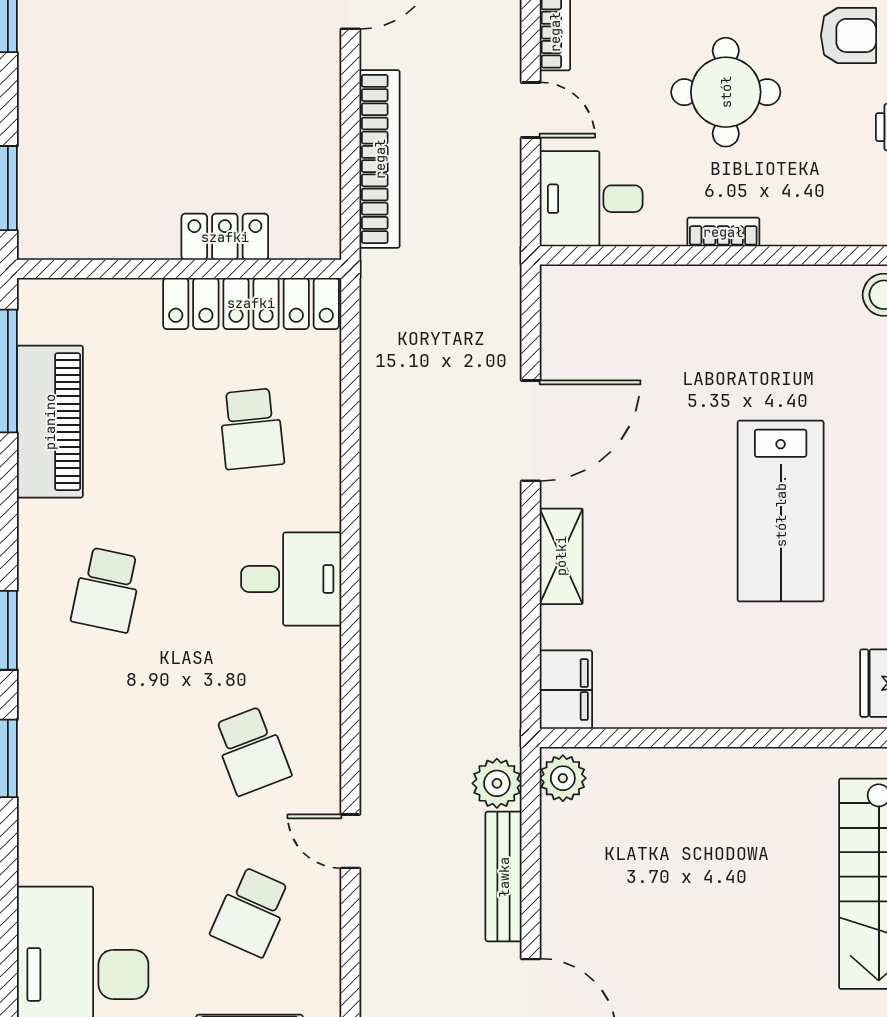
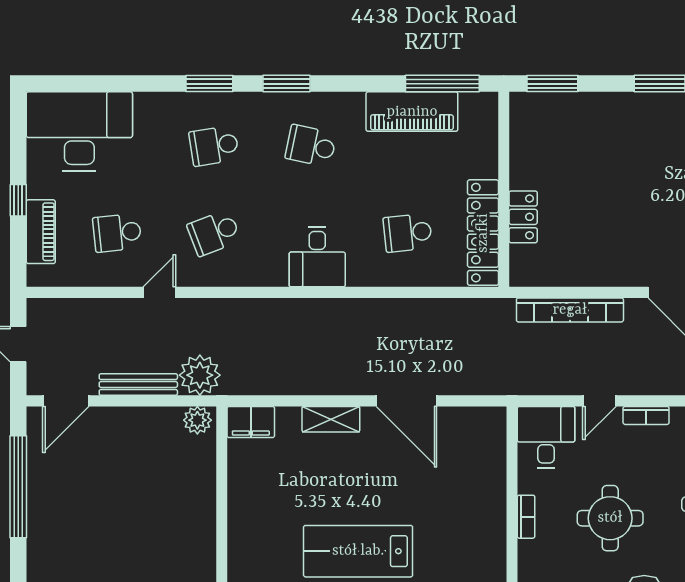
school desk: (107, 751) -> (214, 146), added
plant: (497, 783) -> (200, 375), width x1.36, depth x1.36
school desk: (251, 912) -> (117, 233), turned -30

